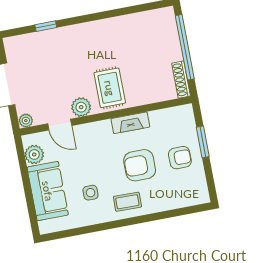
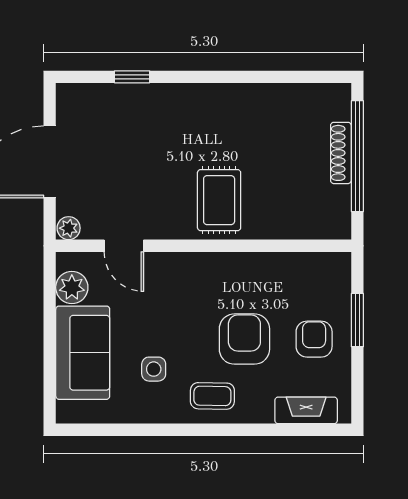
shoe rack: (181, 80) -> (341, 153), moved
plant: (81, 107) -> (165, 223), removed
fireplace: (130, 123) -> (306, 410), moved, turned 180
armchair: (180, 158) -> (314, 339), turned -90
armchair: (140, 165) -> (244, 339), turned 90

